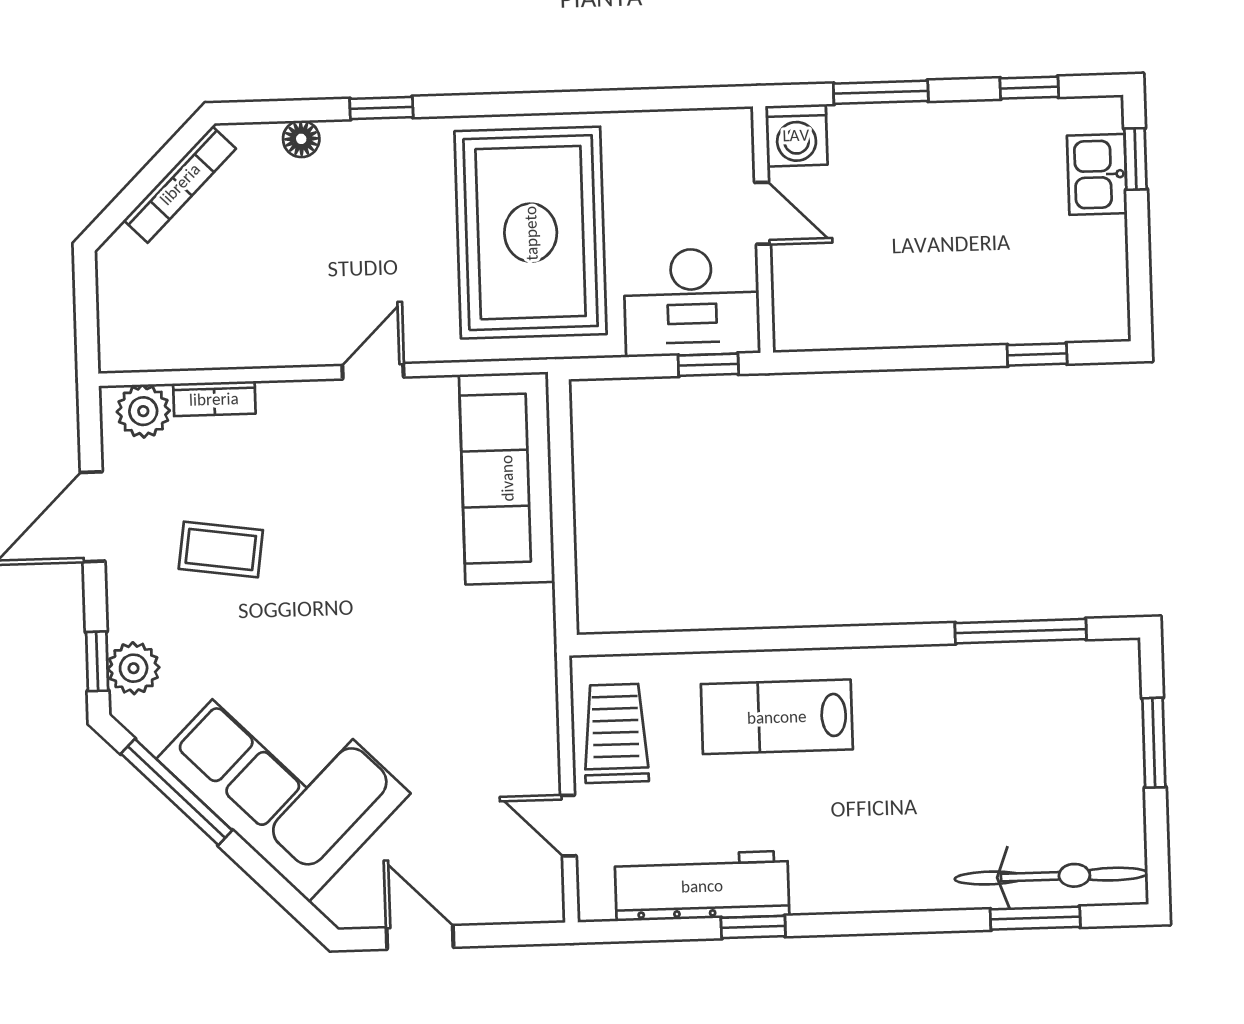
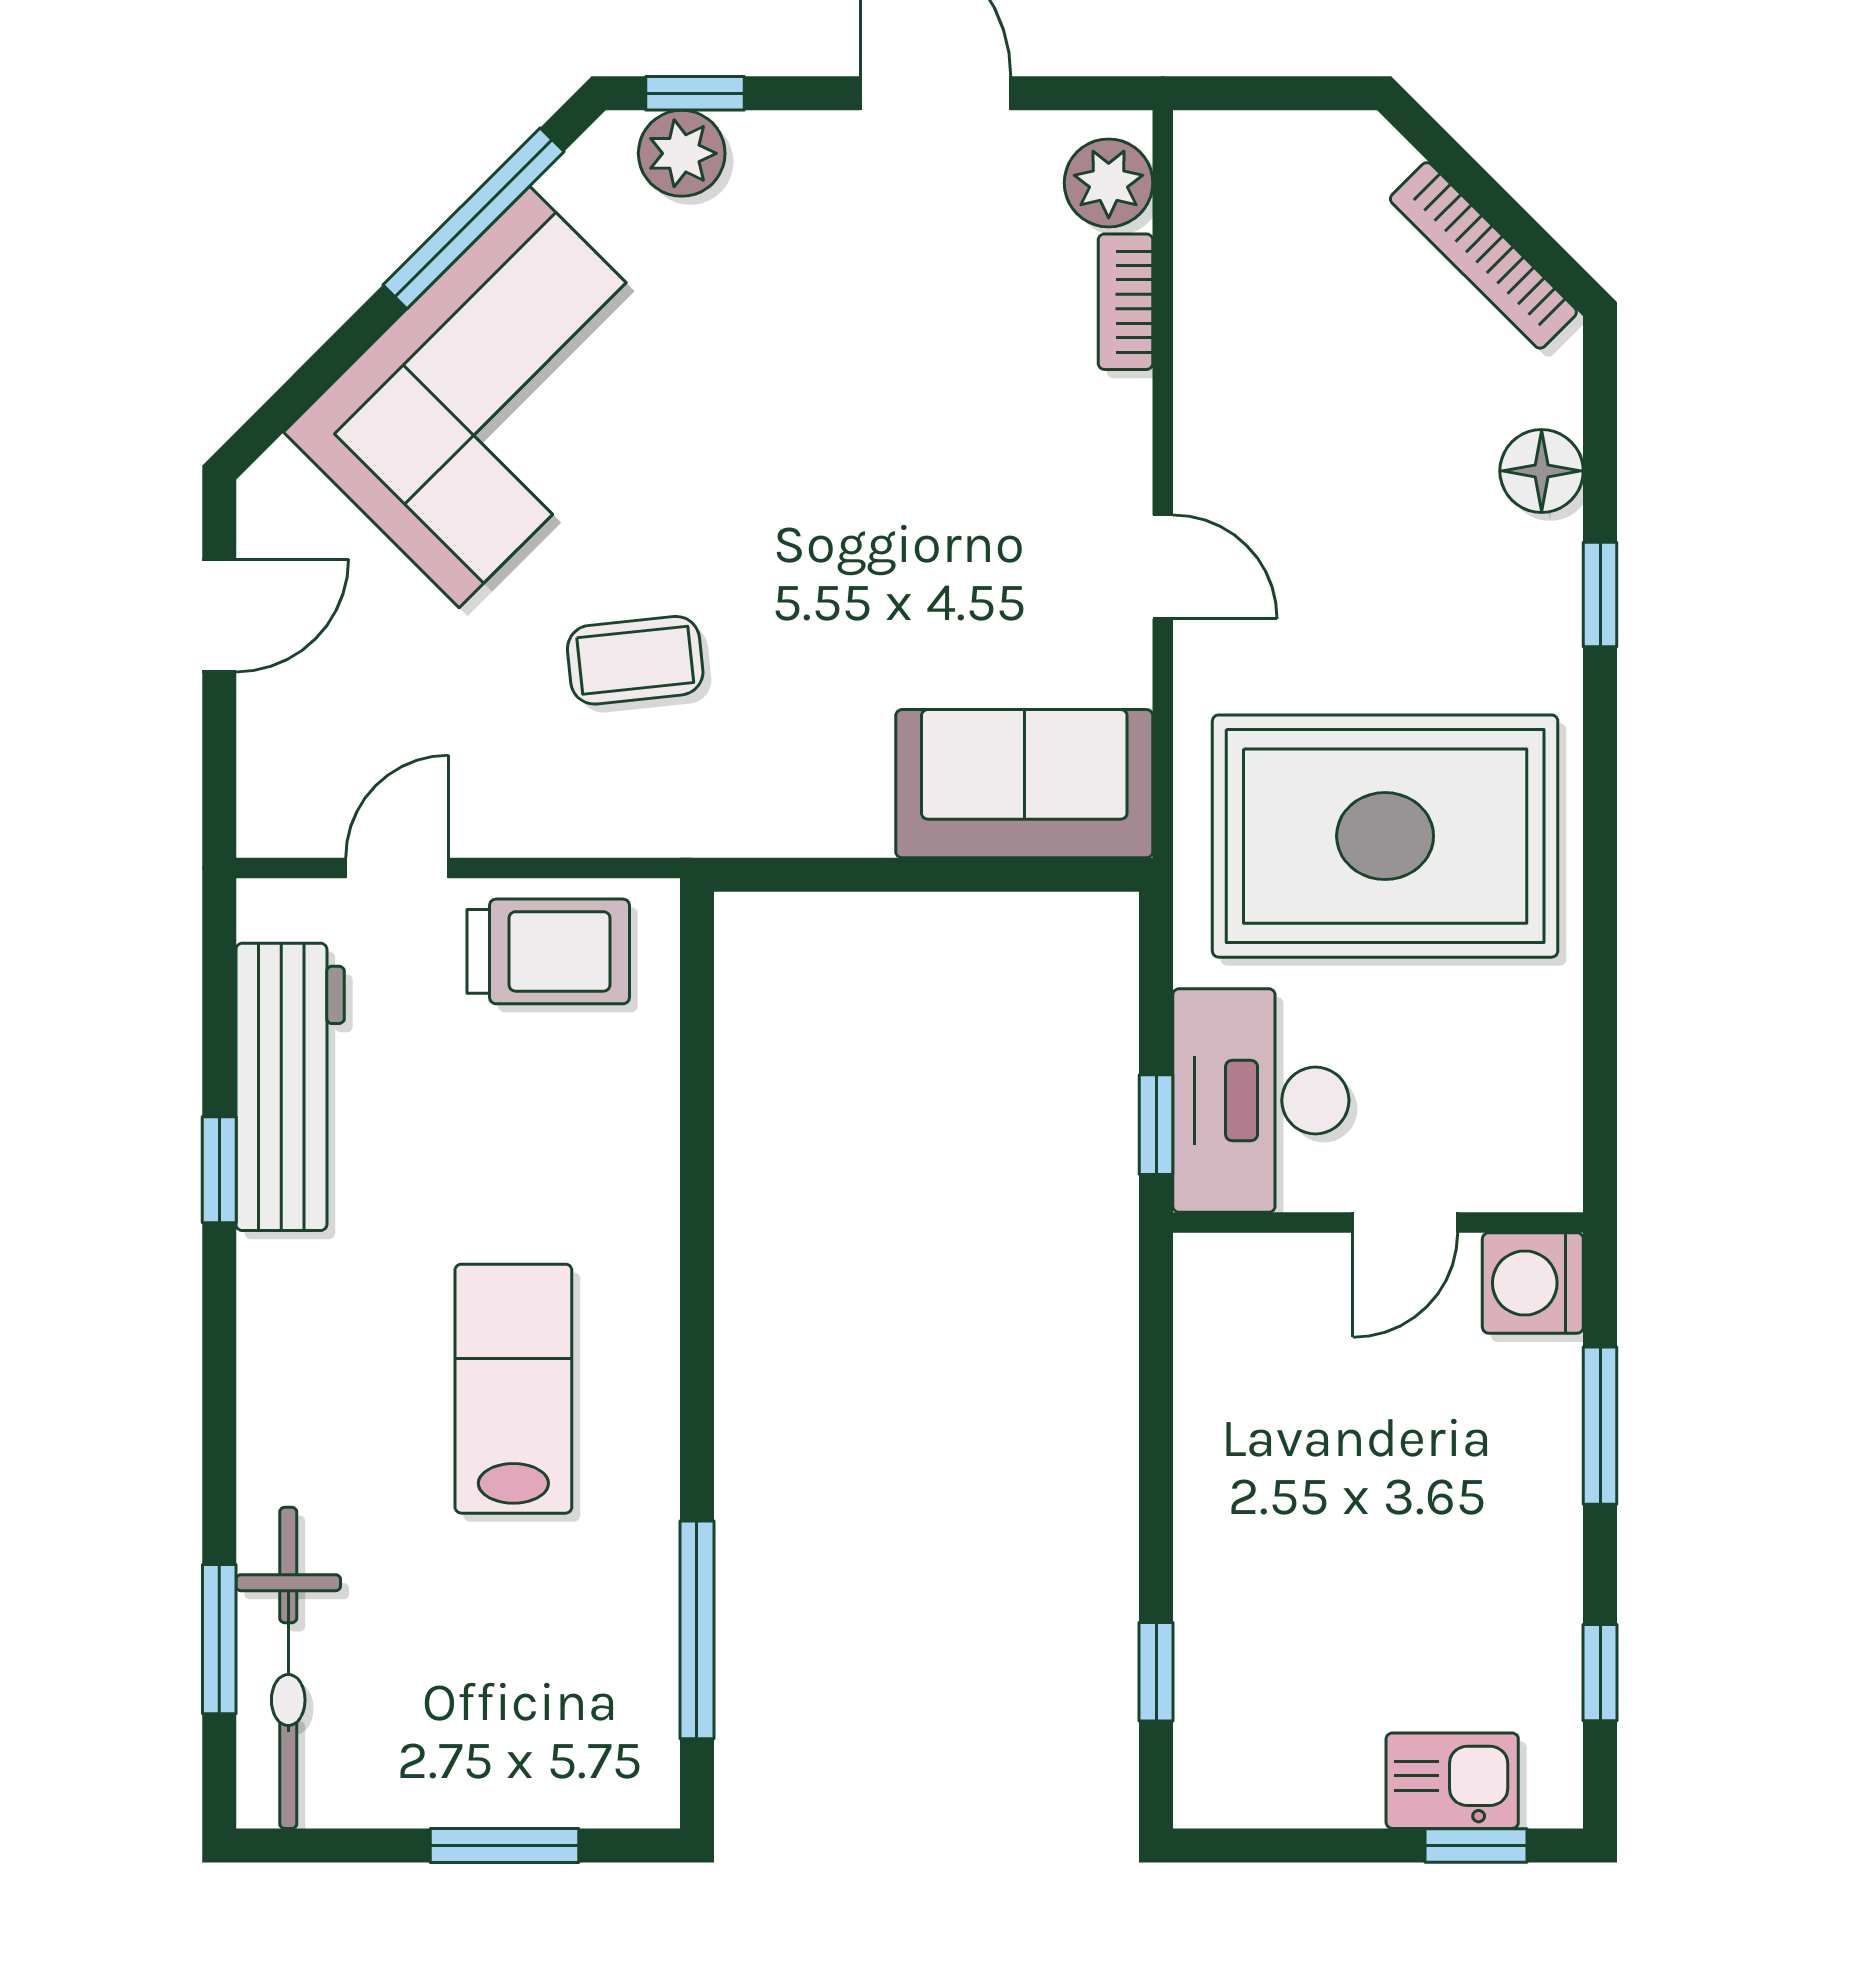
floor lamp: (301, 139) -> (1542, 471), width x1.37, depth x1.37
sofa: (507, 478) -> (1024, 784), width x0.73
coffee table: (221, 549) -> (635, 660), moved, turned 76
lab bench: (777, 717) -> (513, 1389), moved

